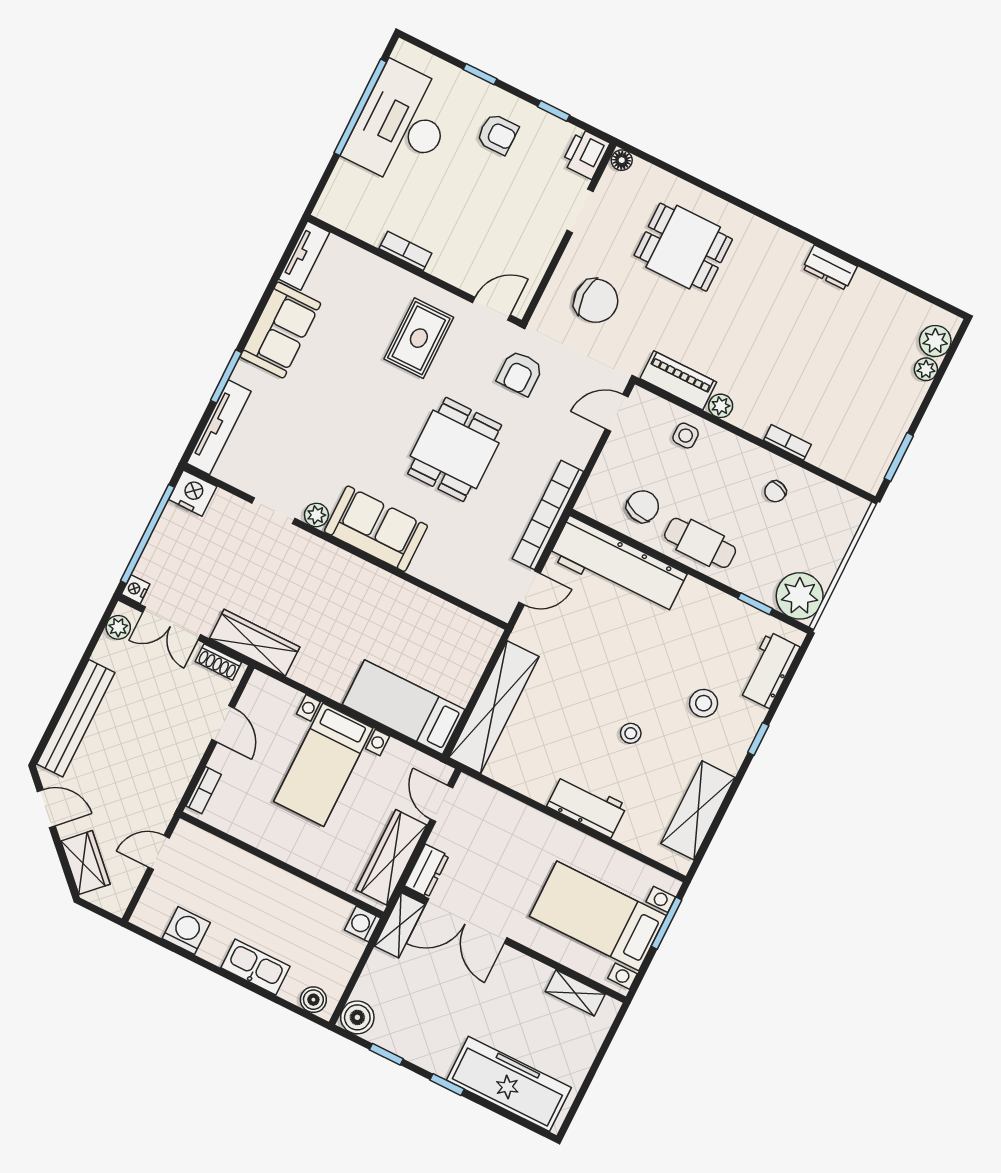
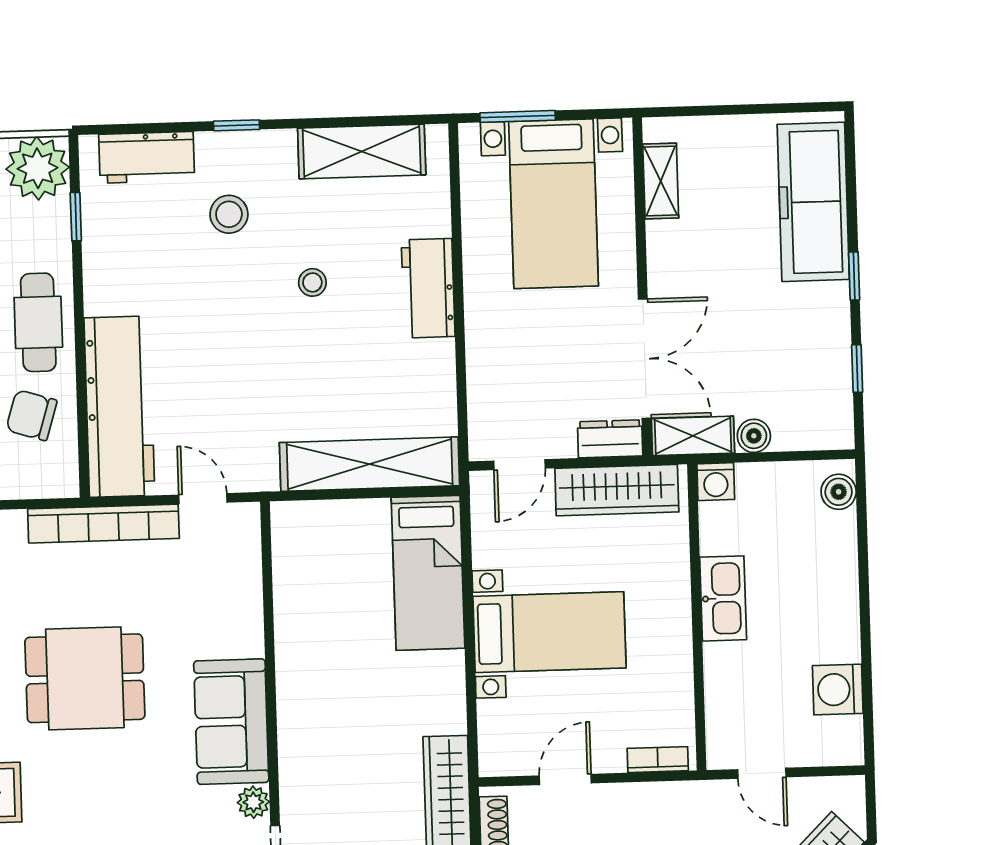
kitchen sink: (255, 967) -> (723, 598), moved, turned 180
boiler: (357, 1017) -> (754, 436), moved, width x0.73, depth x0.73

